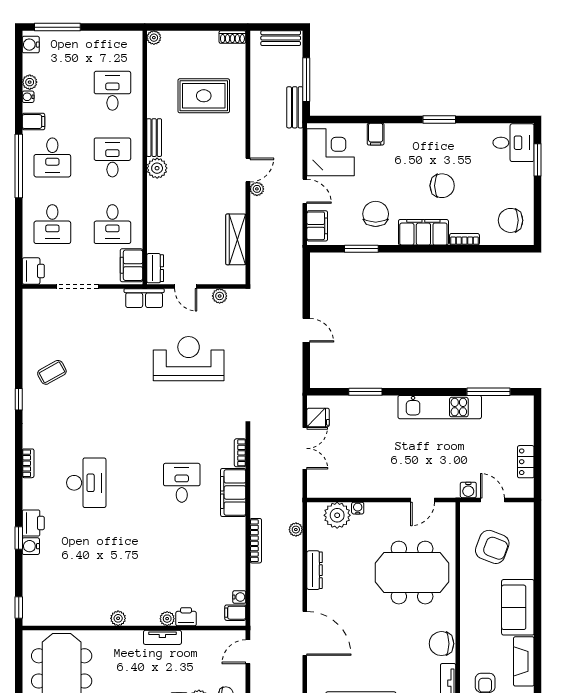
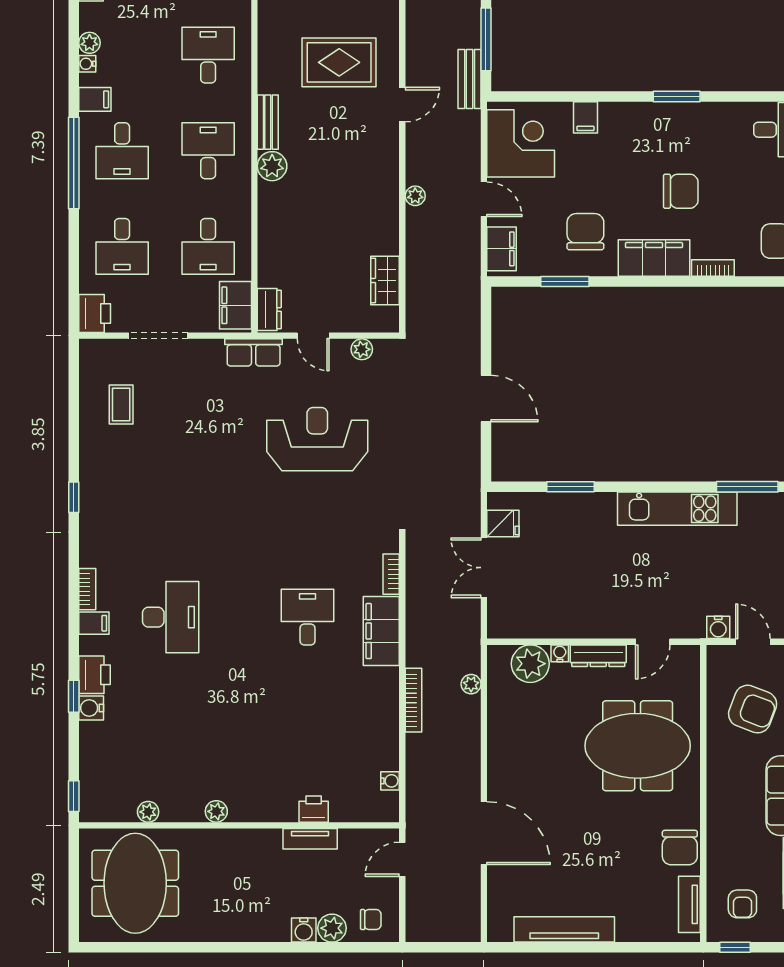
door: (248, 170) -> (402, 105), moved
wardrobe: (236, 239) -> (385, 280), width x0.67
door: (306, 330) -> (486, 399), width x1.38
coffee table: (52, 372) -> (121, 405), moved, turned -61
double door: (305, 448) -> (484, 568), swing flipped
dresser: (315, 570) -> (598, 656), moved, turned 90
filing cabinet: (235, 613) -> (94, 623), moved, turned 180
plant: (167, 619) -> (148, 812), moved
tv unit: (162, 637) -> (310, 839), moved
chair: (441, 644) -> (680, 848), turned -90

